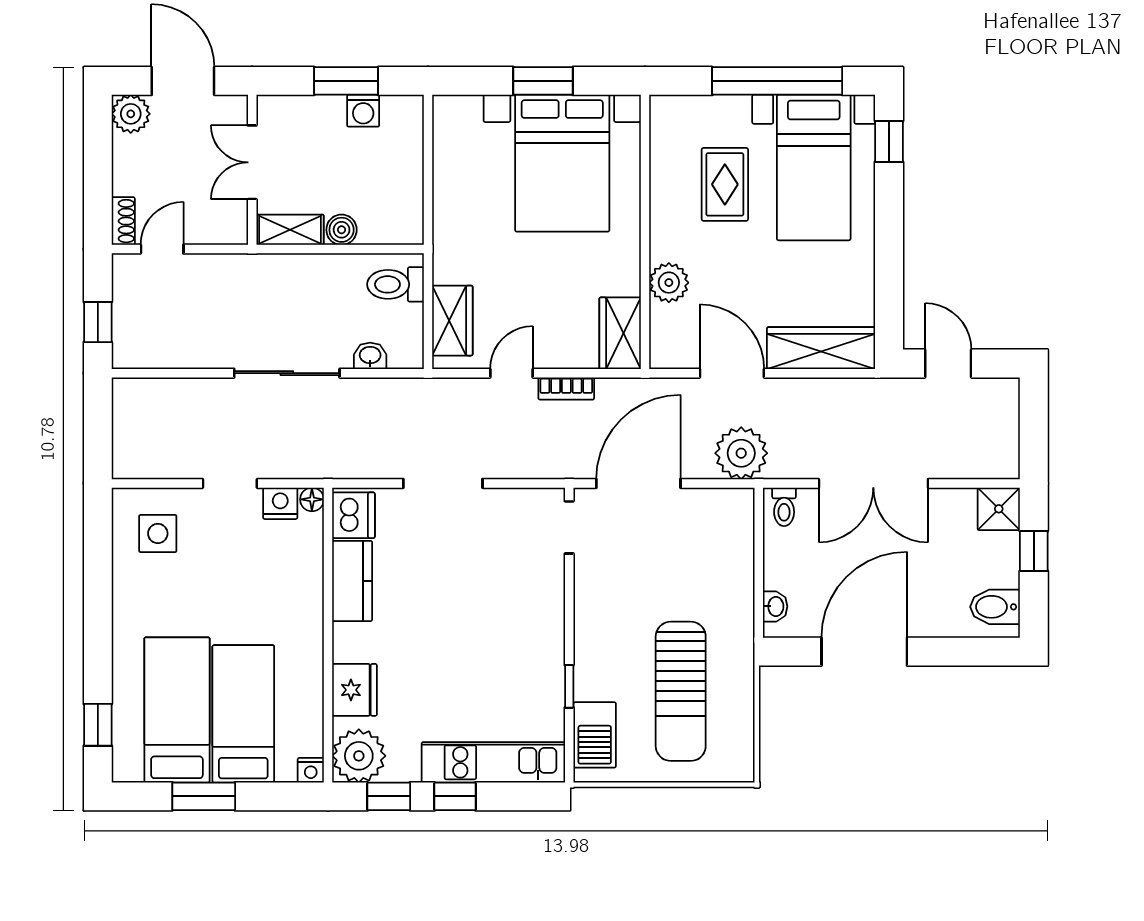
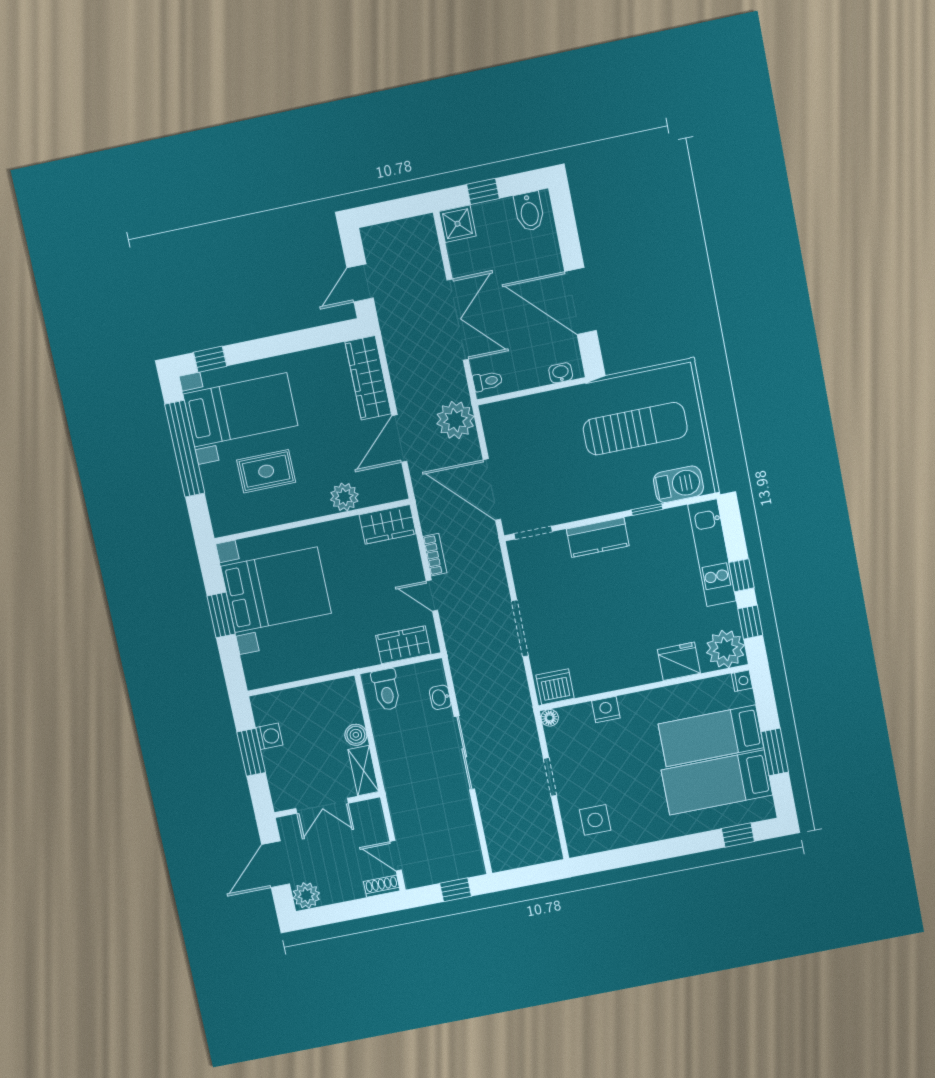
nightstand: (280, 503) -> (606, 710), moved, turned 90
kitchen counter: (352, 581) -> (598, 537), moved, turned 180

